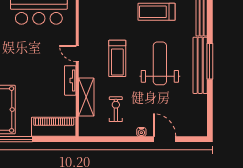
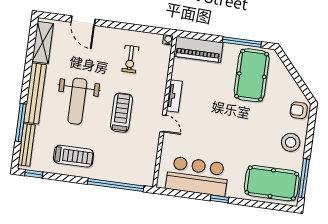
window: (210, 61) -> (21, 123), moved
shelving: (86, 97) -> (43, 42), moved
water cooler: (141, 132) -> (168, 40), moved

